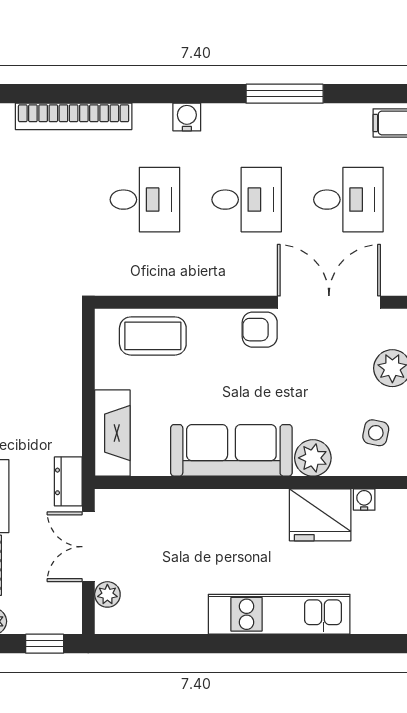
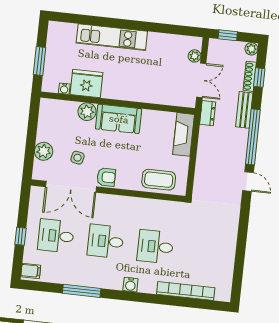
side table: (376, 433) -> (78, 158), moved
sofa: (231, 450) -> (119, 119), width x0.73

